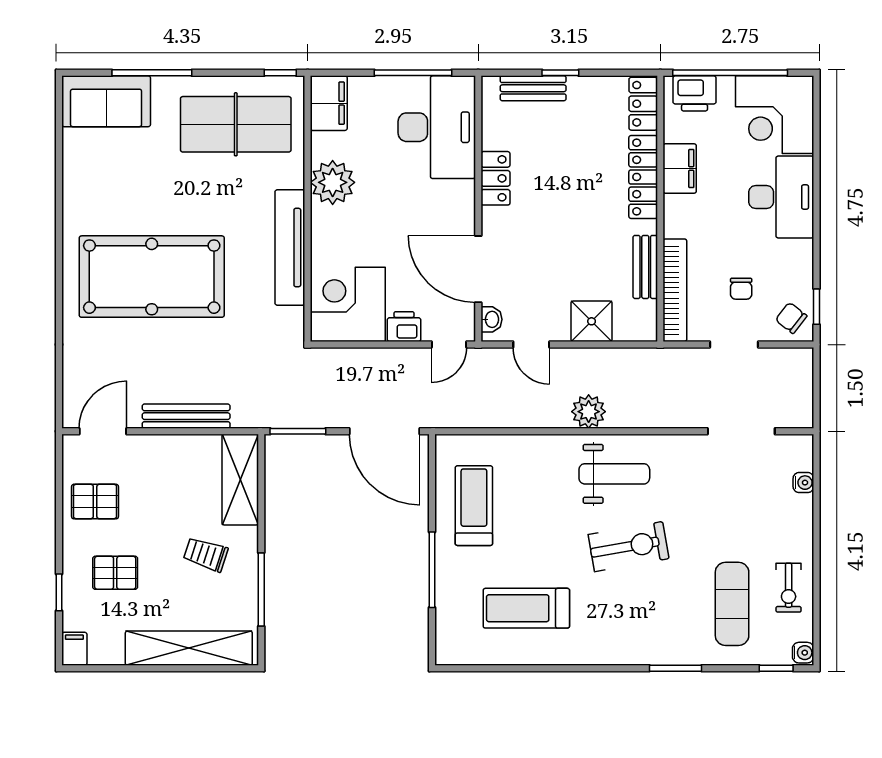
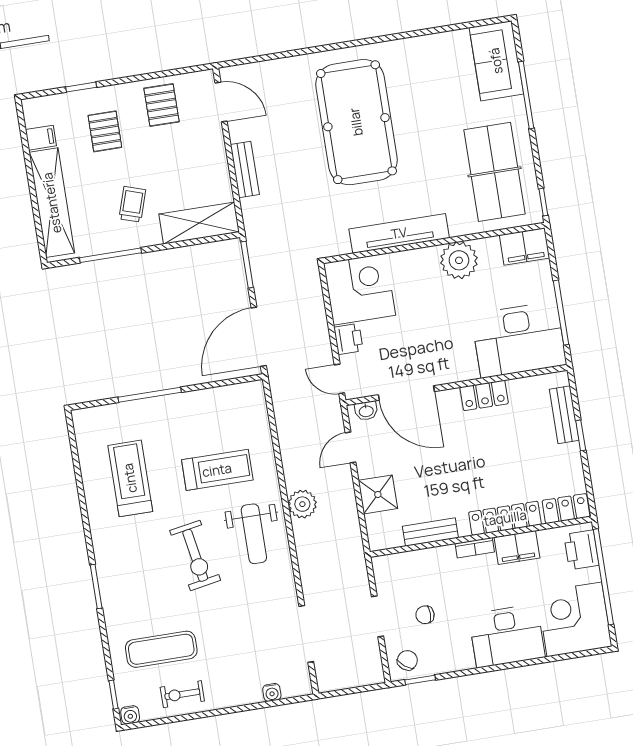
door: (478, 269) -> (406, 393), swing flipped
bookcase: (675, 290) -> (475, 548), moved, width x0.43, depth x0.76
bench: (186, 416) -> (245, 169), width x0.73
treadmill: (474, 506) -> (217, 470), moved
filing cabinet: (74, 649) -> (41, 138), moved
window: (676, 668) -> (96, 586), moved

